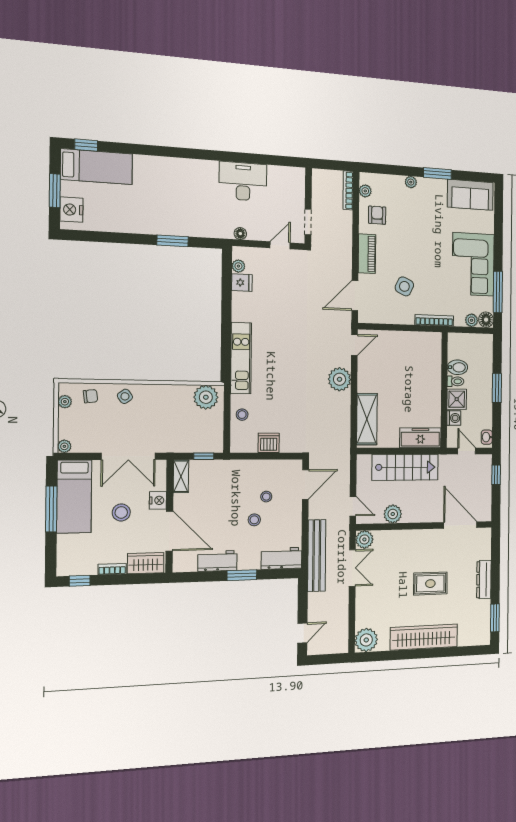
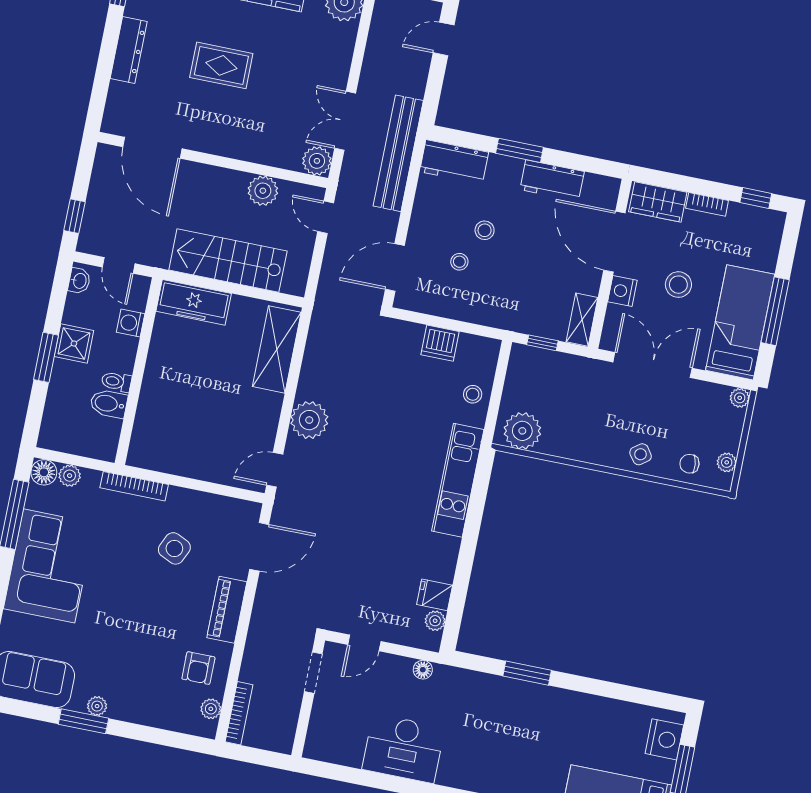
plant: (411, 182) -> (97, 706), moved
shower: (457, 399) -> (74, 343), moved

